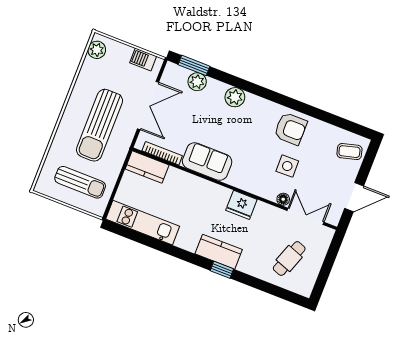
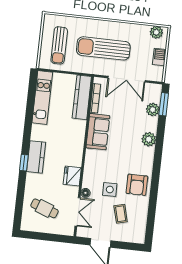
barbecue: (143, 60) -> (159, 57), moved
coffee table: (349, 152) -> (121, 214), moved
kitchen counter: (147, 167) -> (82, 97), width x1.50
fridge: (241, 205) -> (72, 176), moved

